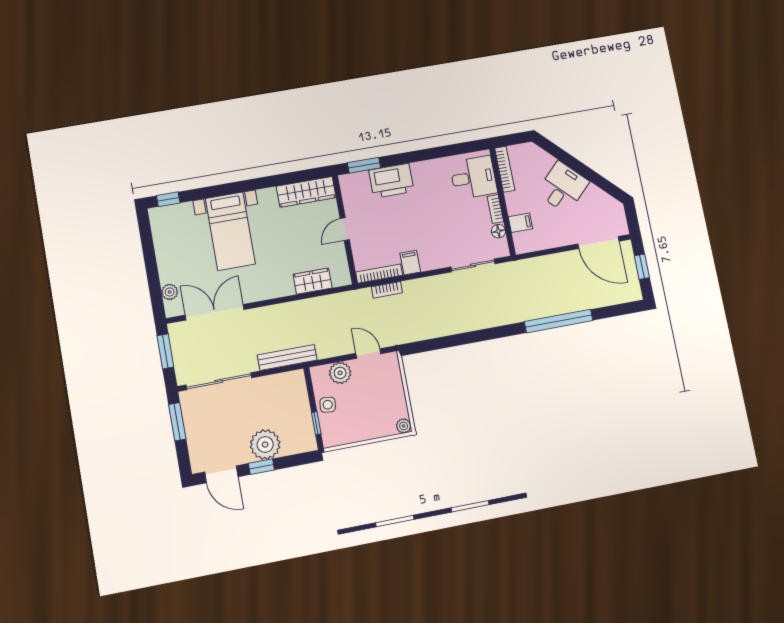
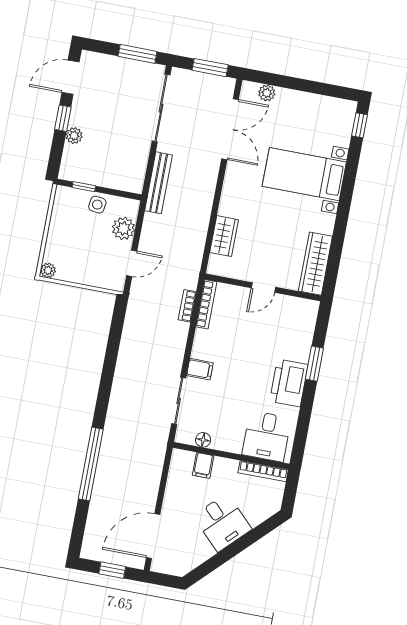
window: (364, 165) -> (314, 364), moved
printer: (391, 181) -> (289, 383), moved
bookcase: (495, 209) -> (226, 446), removed
door: (345, 229) -> (263, 287), swing flipped
filing cabinet: (410, 263) -> (200, 369), moved
plant: (265, 445) -> (74, 136), width x0.53, depth x0.53

